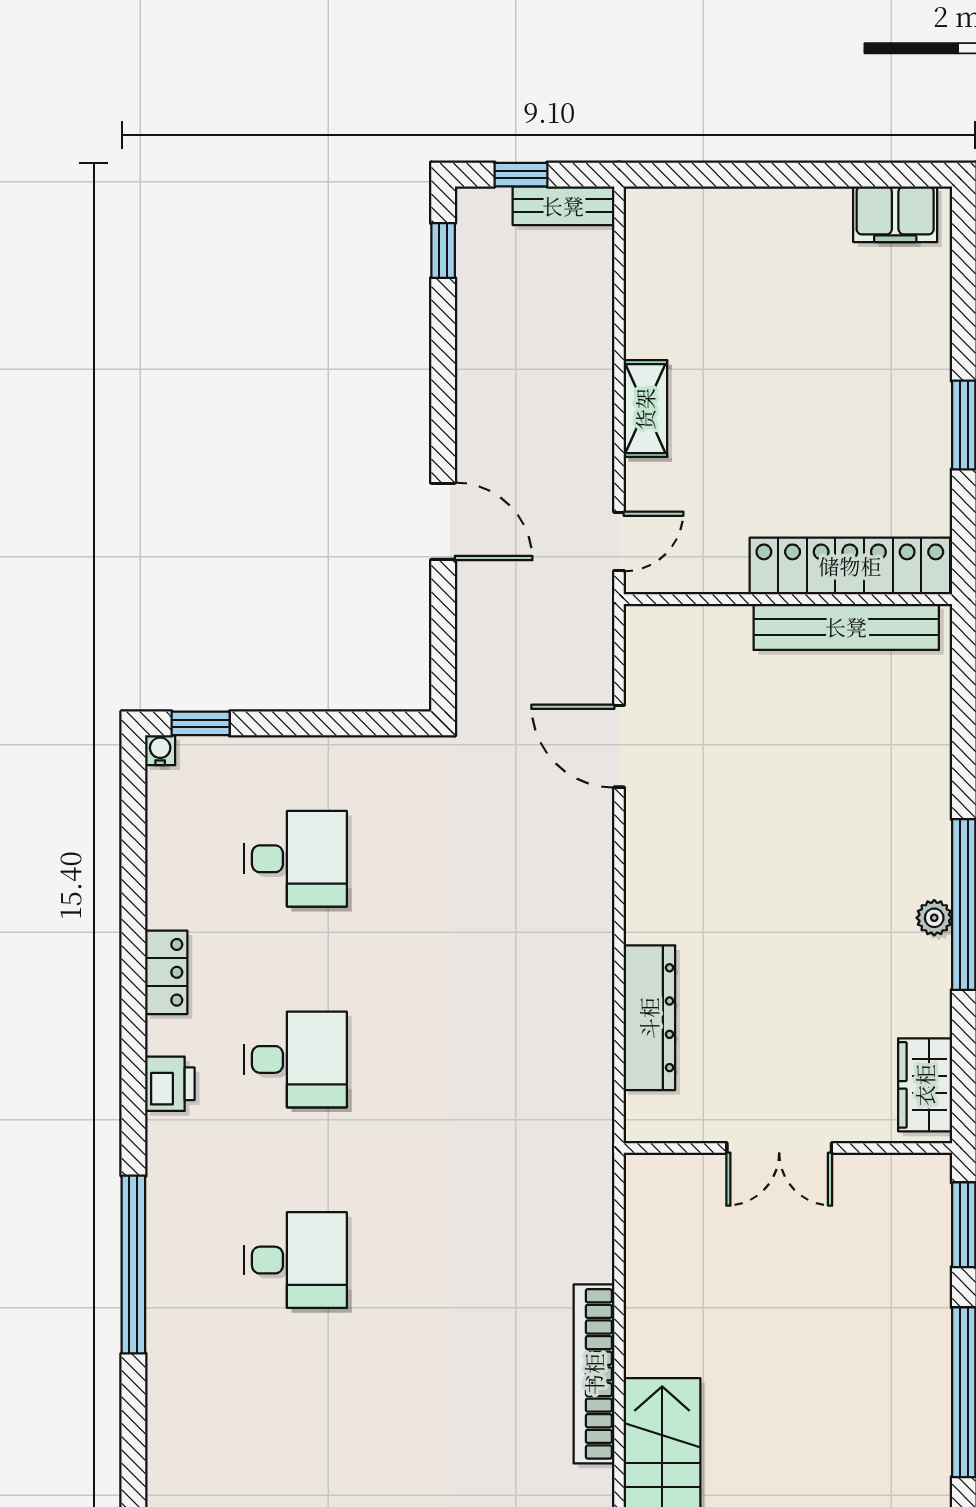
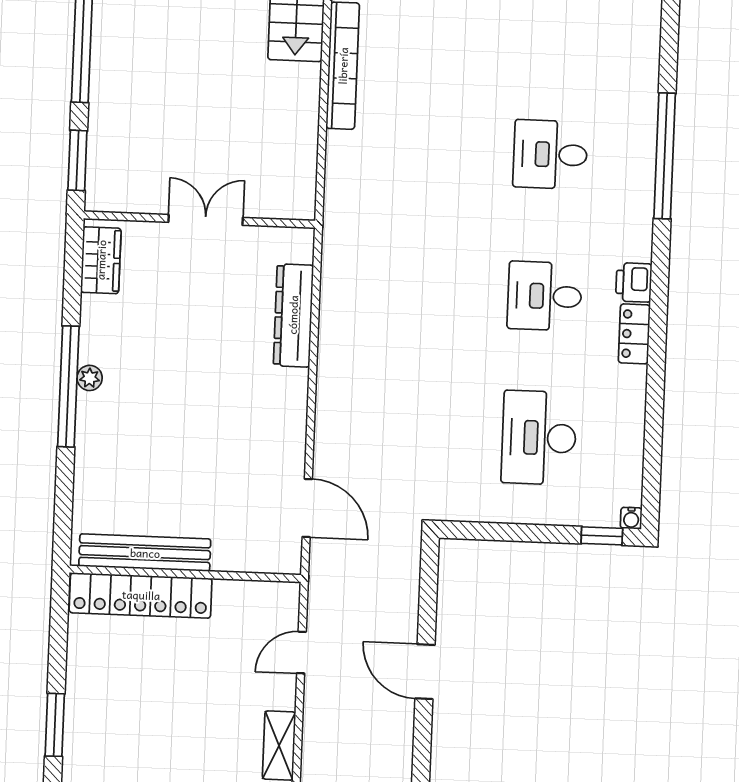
locker: (850, 566) -> (141, 595), moved
wall: (788, 599) -> (185, 574), moved
bench: (846, 627) -> (145, 553), moved
desk: (295, 859) -> (539, 438), width x1.37
locker: (166, 972) -> (634, 334), moved

